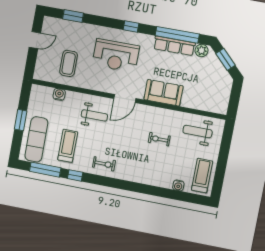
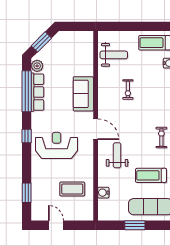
reception desk: (116, 56) -> (56, 145), turned -90
weight bench: (198, 132) -> (114, 55), turned -90

